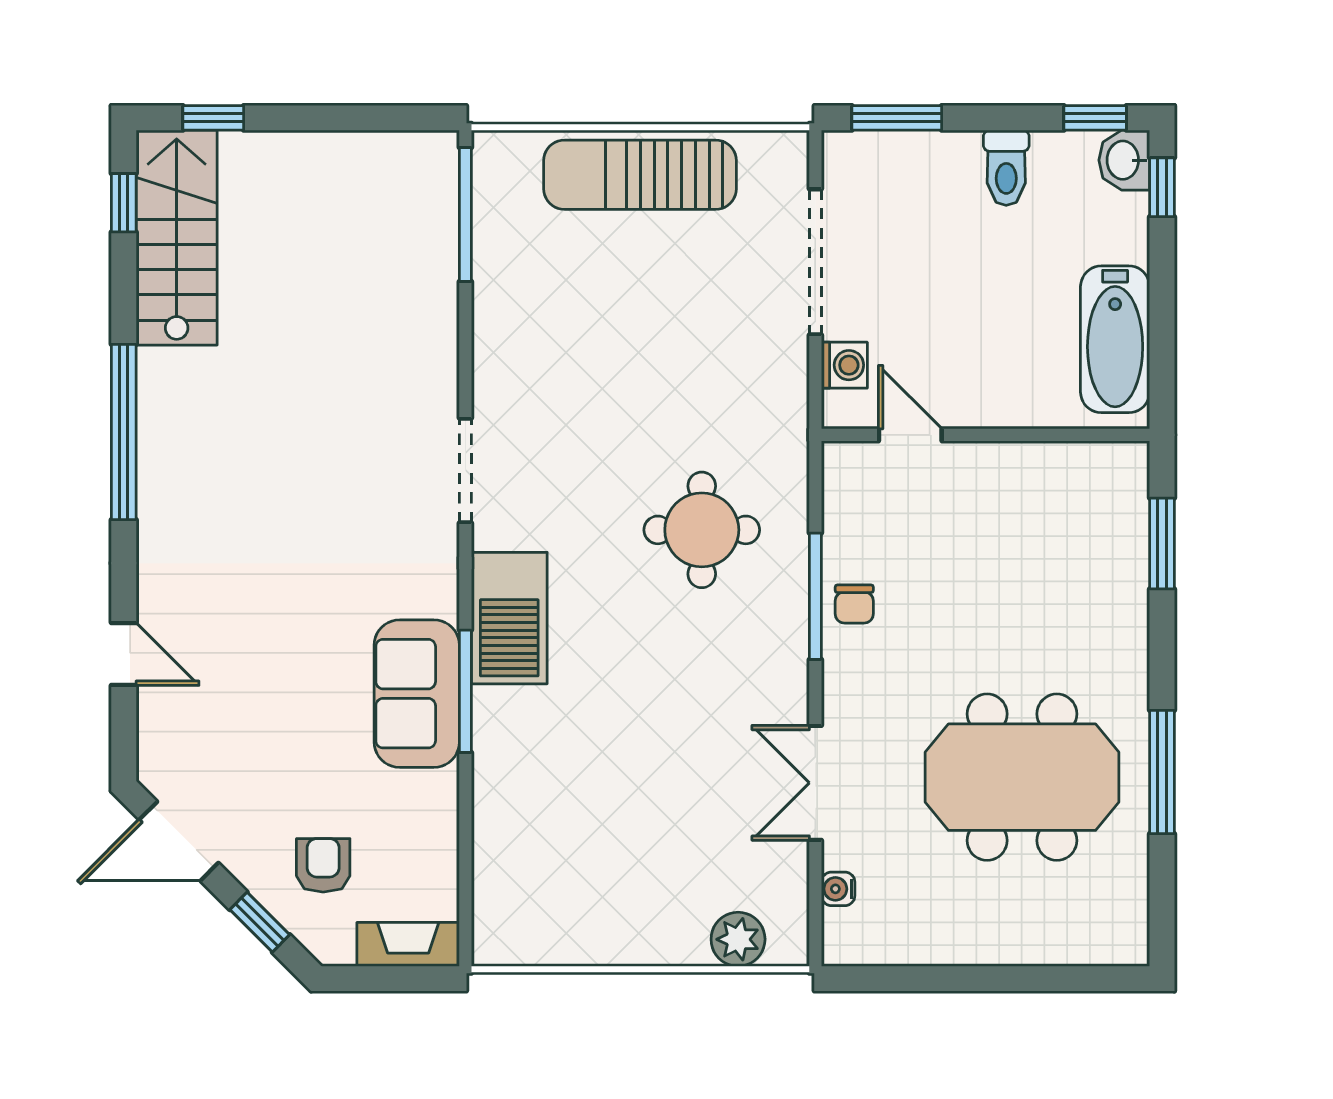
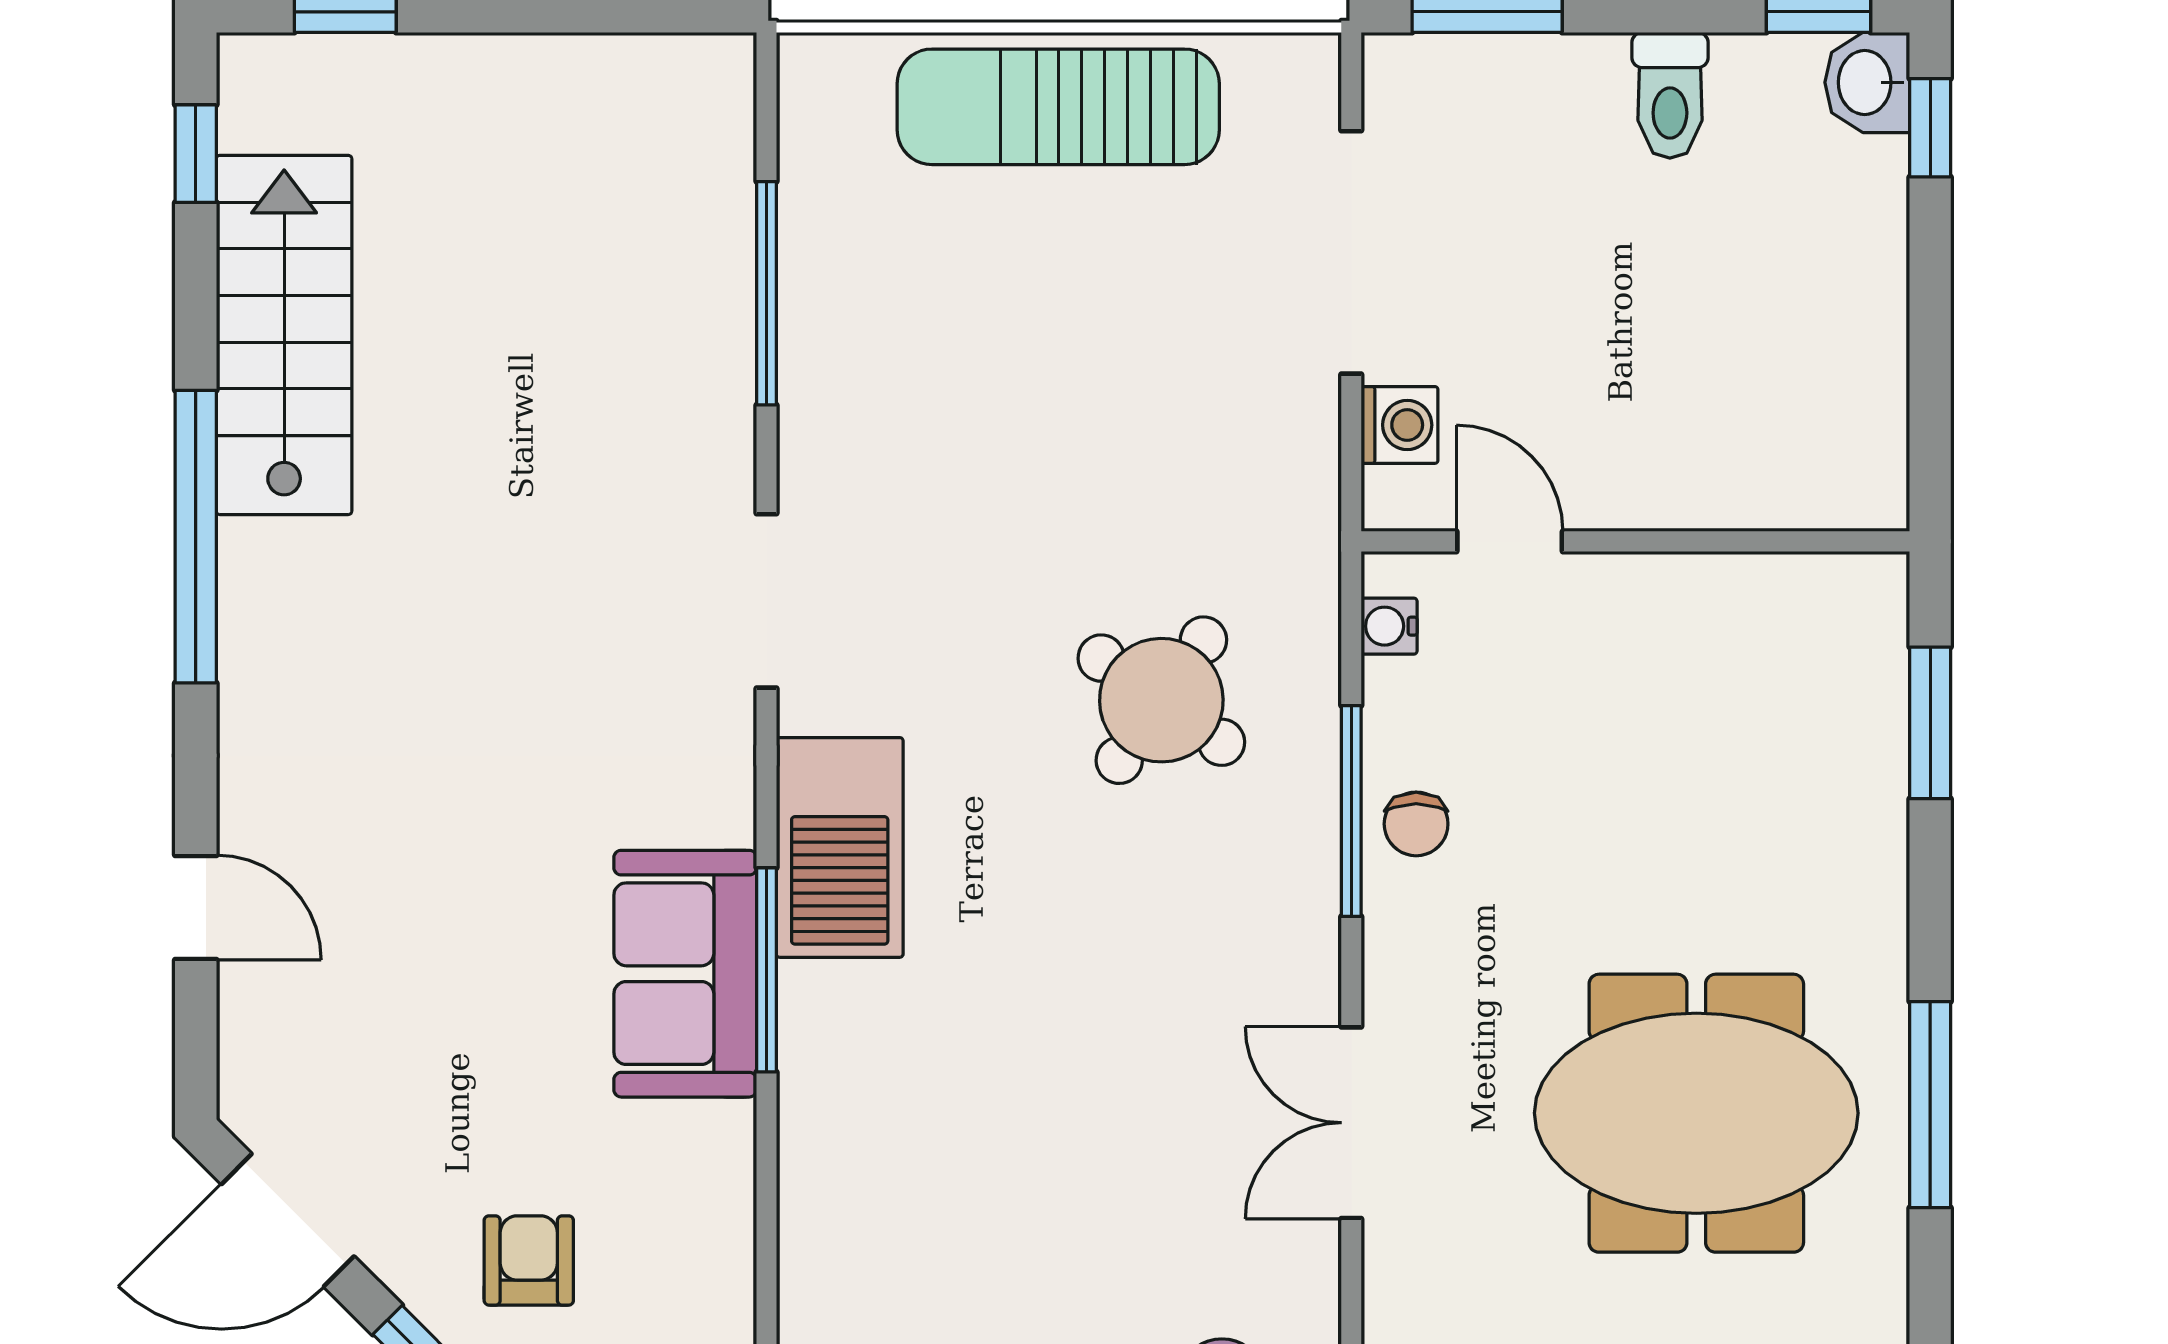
window: (465, 215) -> (766, 293), moved
stairs: (177, 238) -> (284, 335), moved
bathtub: (1115, 339) -> (1852, 382), removed
round table: (702, 530) -> (1161, 700), turned 35
water cooler: (838, 889) -> (1389, 626), moved

